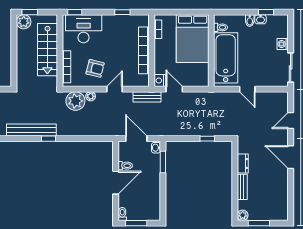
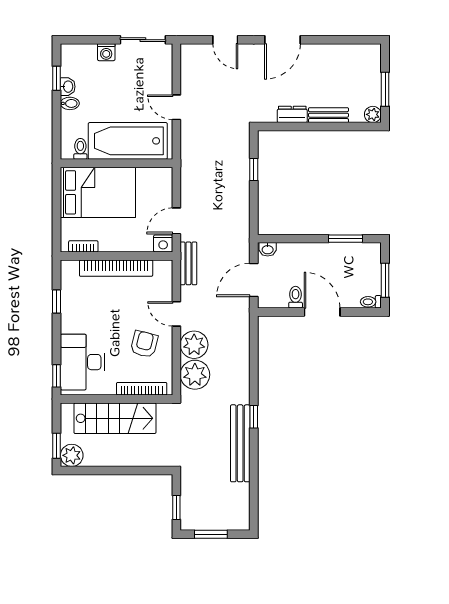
door: (247, 89) -> (176, 107), swing flipped
plant: (91, 96) -> (194, 345), width x1.87, depth x1.87
window: (163, 162) -> (345, 239), moved

